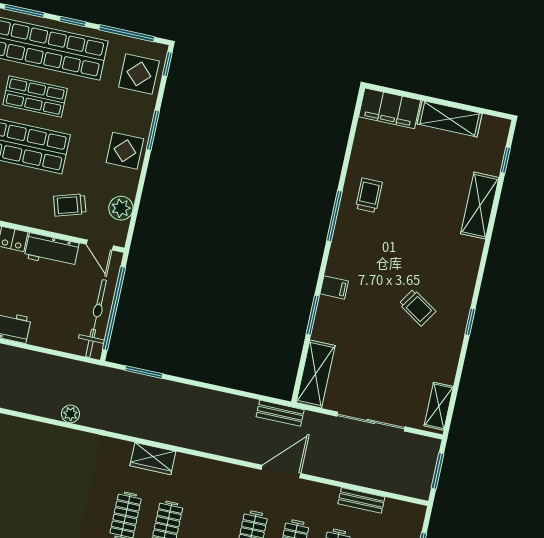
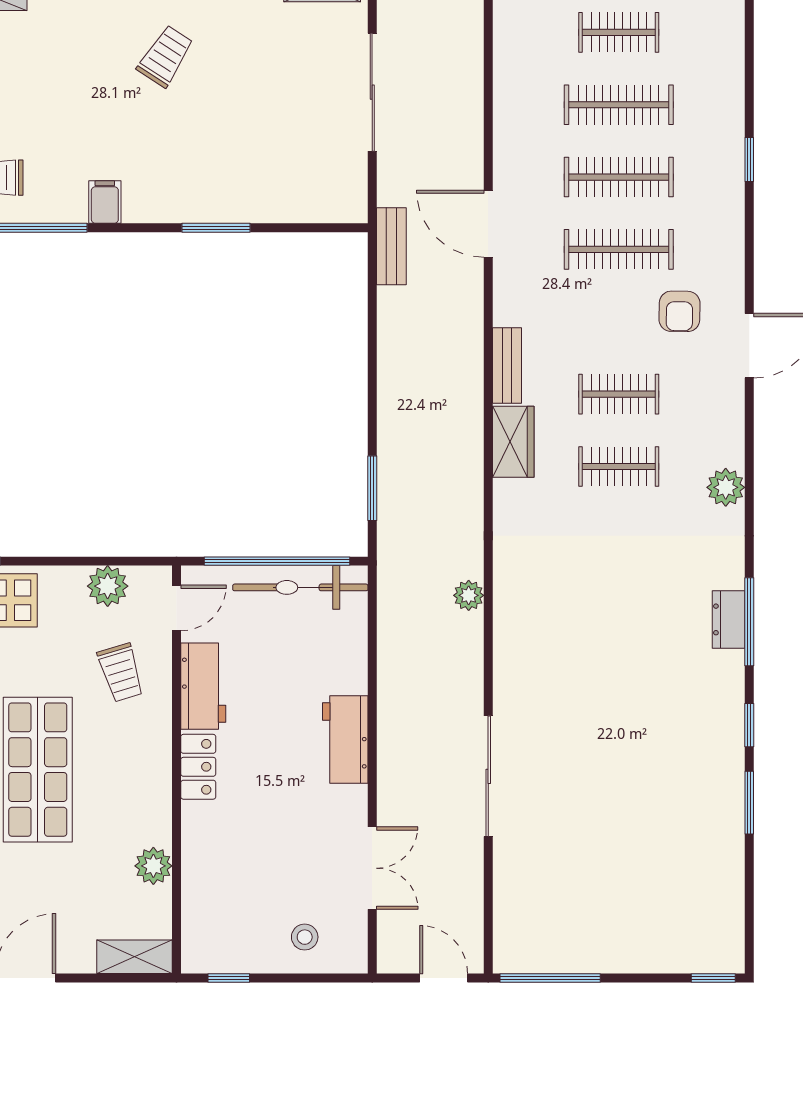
filing cabinet: (334, 287) -> (105, 202), moved
shelving: (316, 374) -> (313, 201), removed
bench: (361, 500) -> (507, 366), moved

